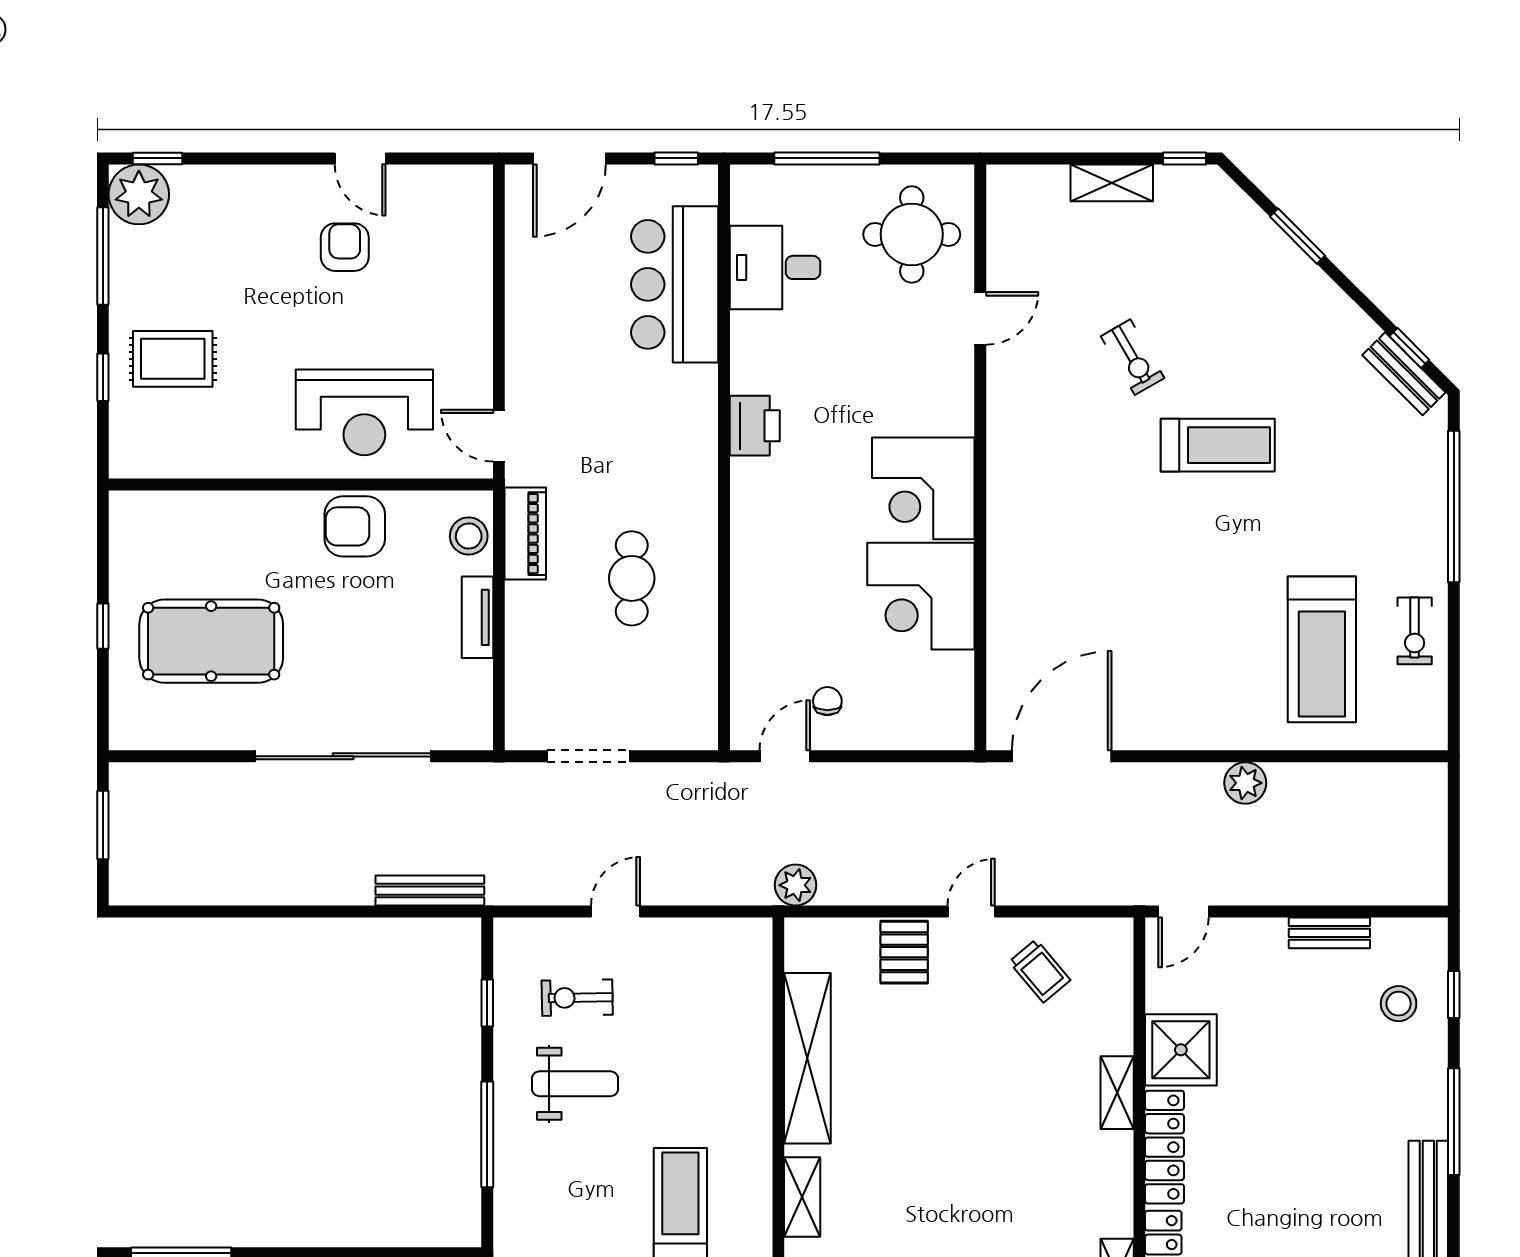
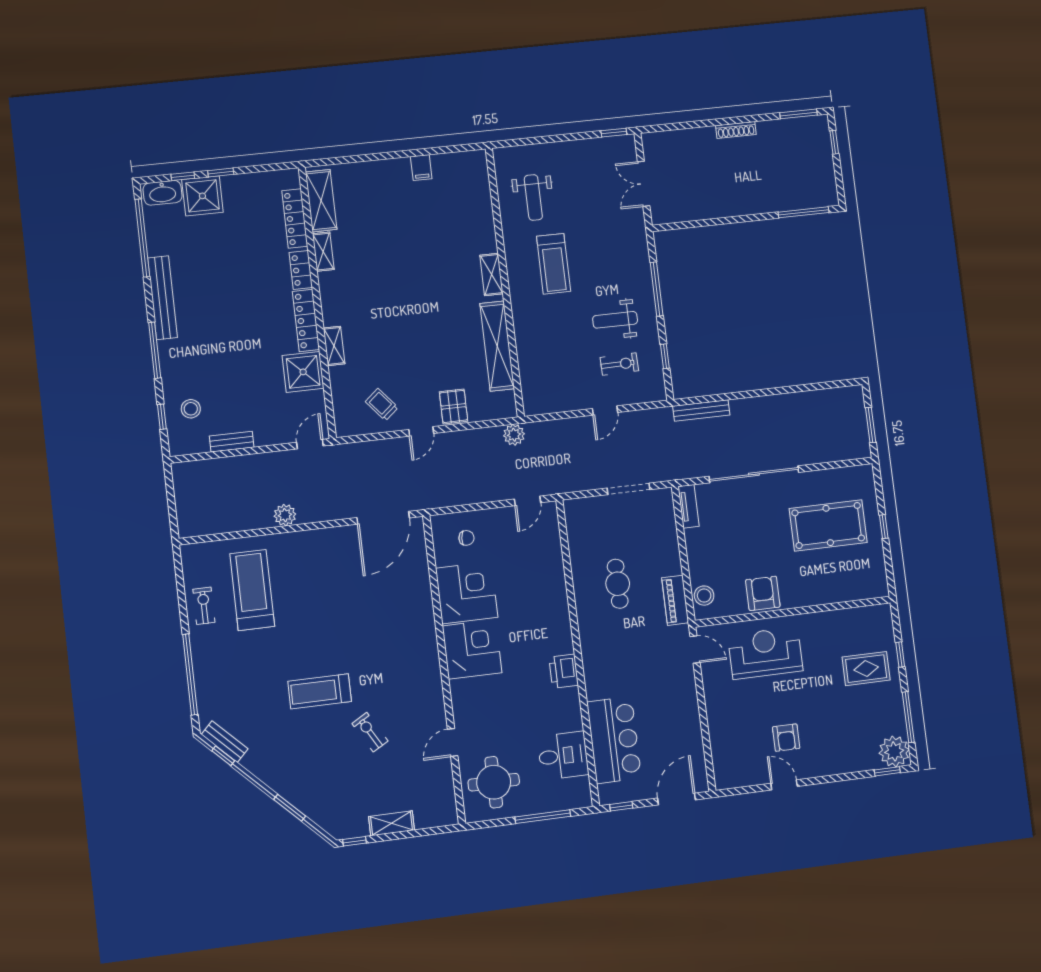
armchair: (355, 526) -> (763, 593), turned -90
tv unit: (477, 617) -> (689, 506), moved
chair: (827, 701) -> (466, 538), moved, turned -85

